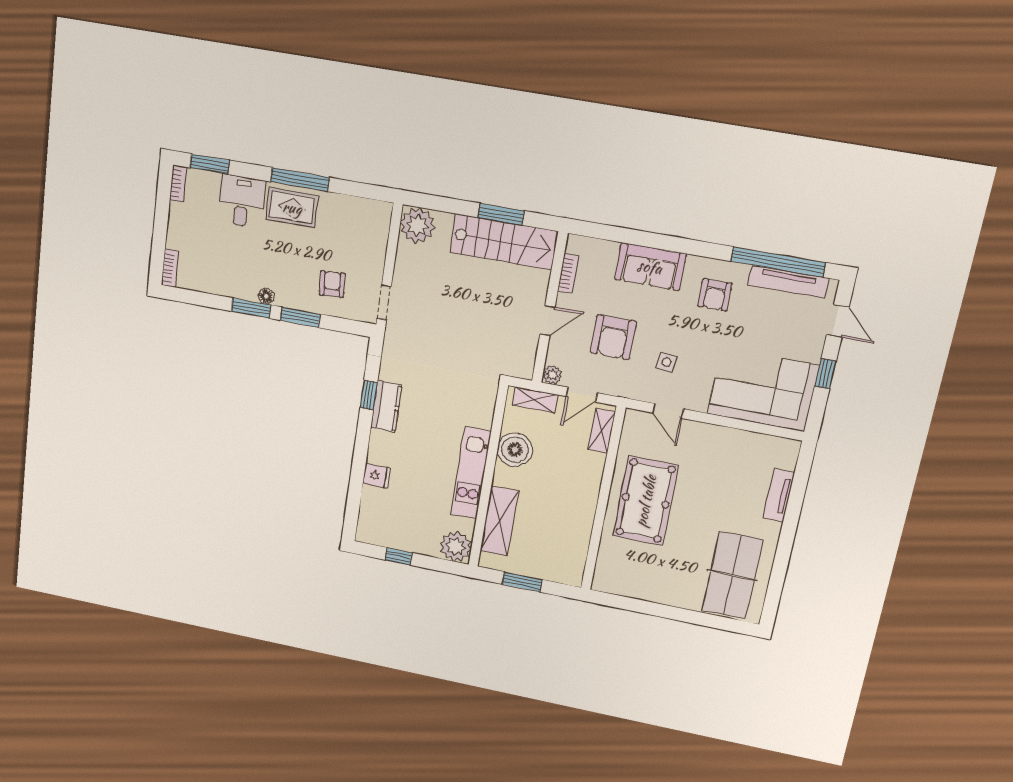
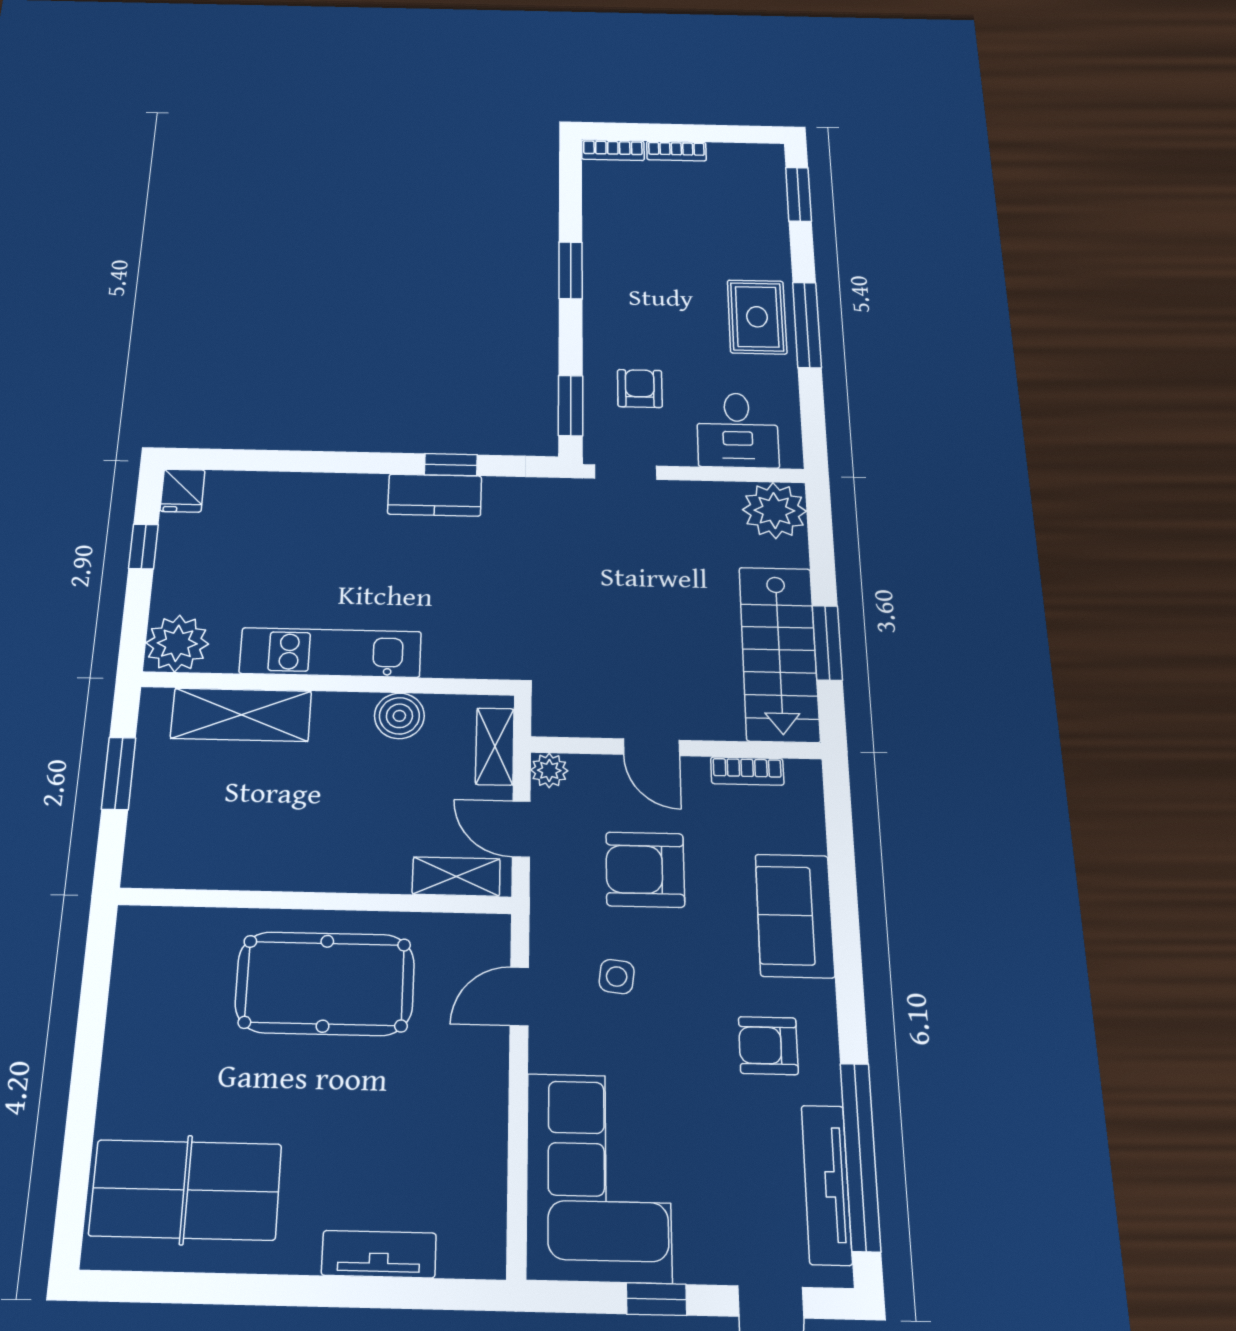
bookcase: (178, 184) -> (676, 151), moved
desk: (242, 201) -> (737, 430), moved, turned 90
armchair: (332, 284) -> (640, 388), turned -86
floor lamp: (266, 296) -> (596, 291), removed
window: (300, 317) -> (571, 406), moved
boiler: (515, 450) -> (399, 716), width x0.73, depth x0.73
fridge: (377, 476) -> (182, 491), moved

